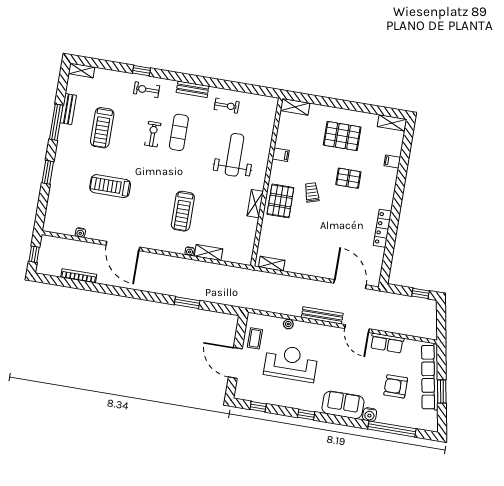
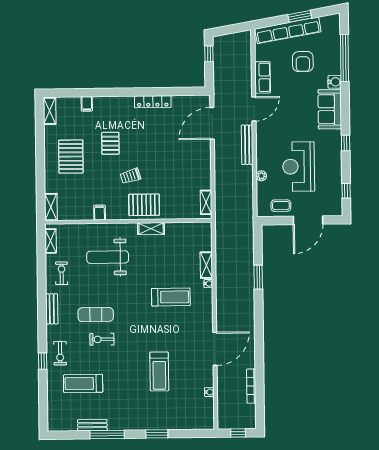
shelving: (82, 70) -> (51, 241), moved
treadmill: (102, 128) -> (83, 384), moved, turned 180

